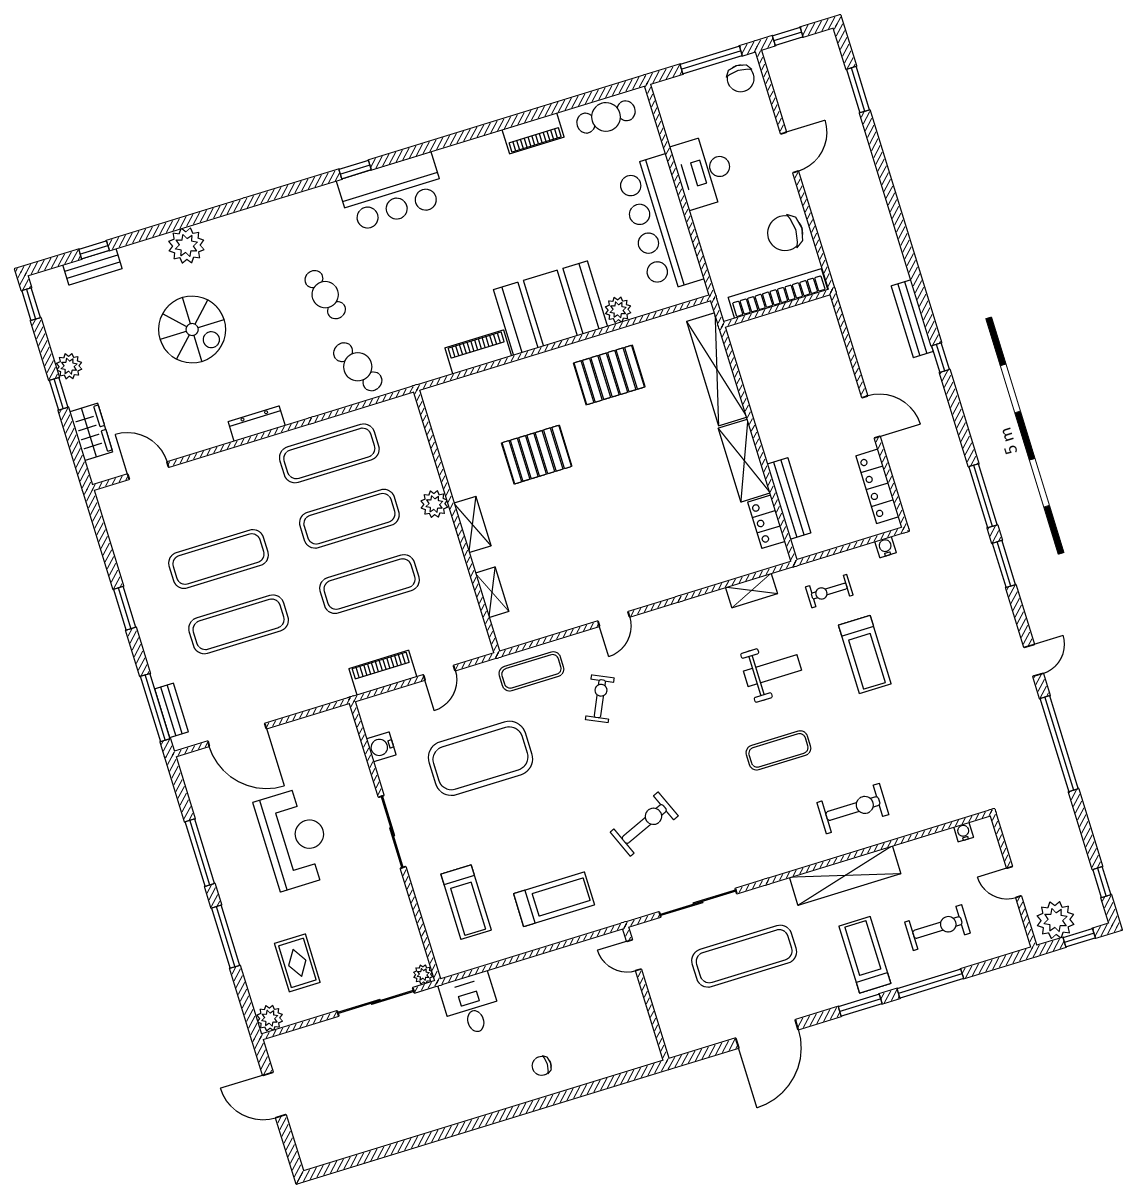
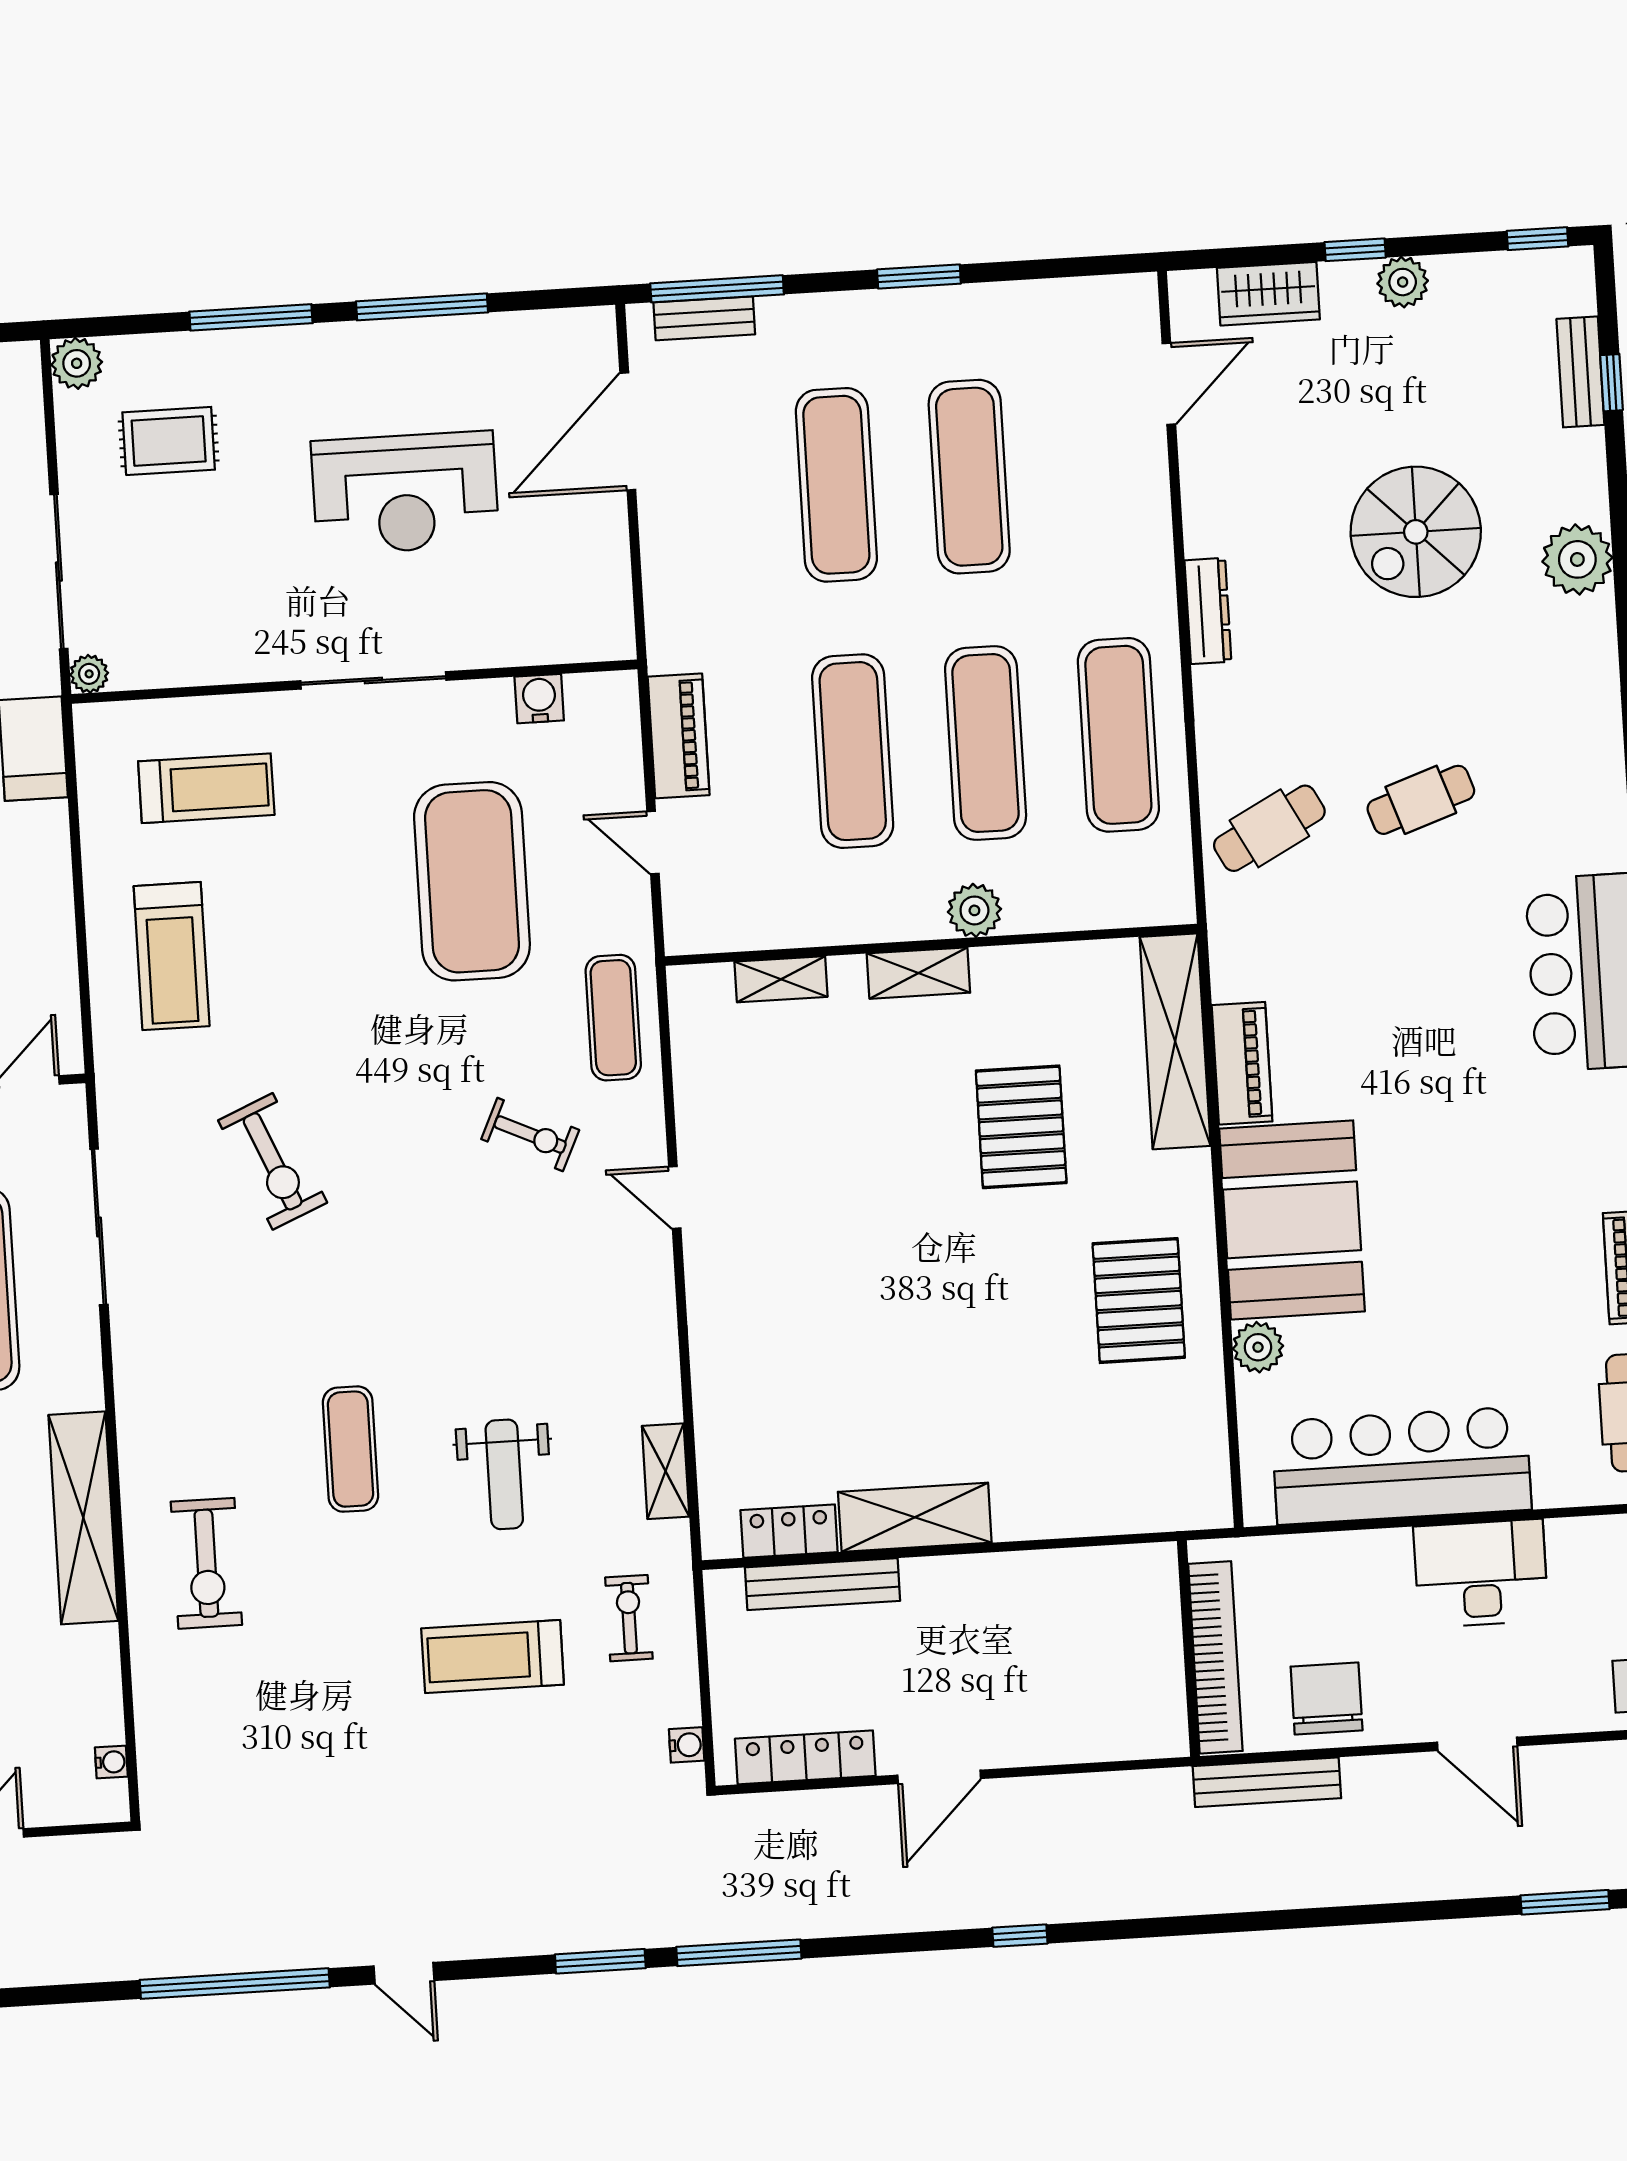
bench: (912, 319) -> (1267, 1782), moved
shelving: (717, 369) -> (1175, 1041), moved, turned 90
treadmill: (466, 902) -> (206, 788), turned 180

